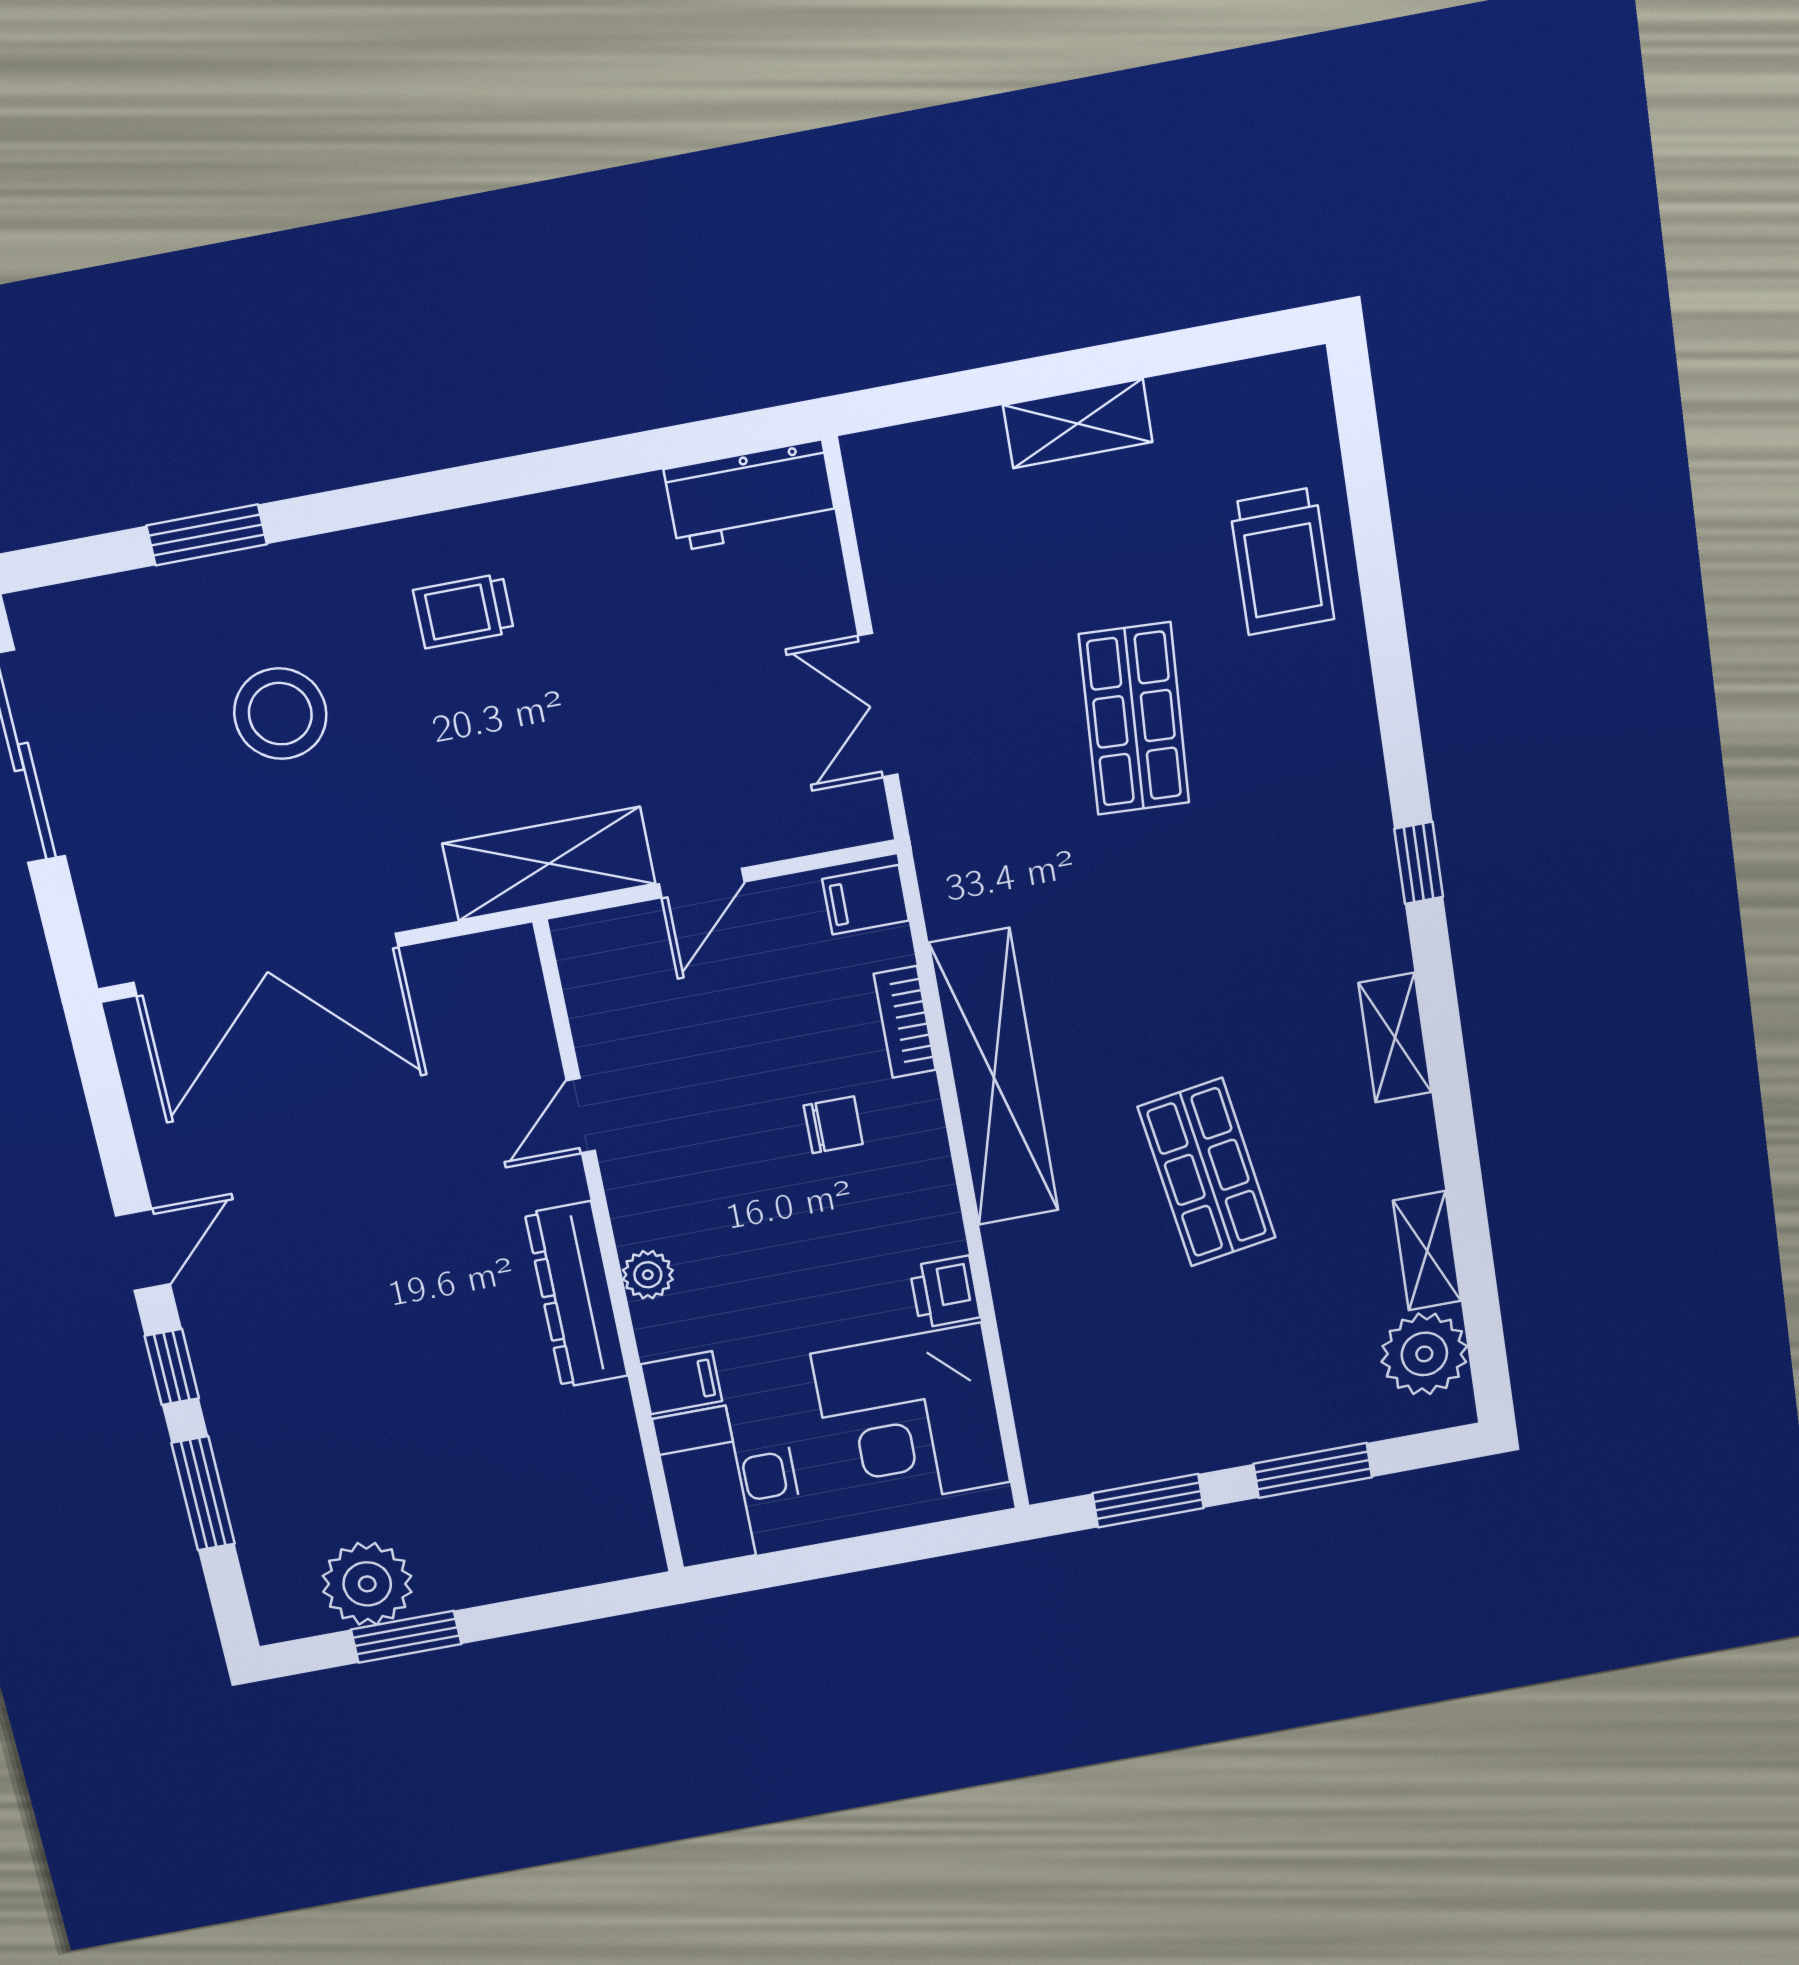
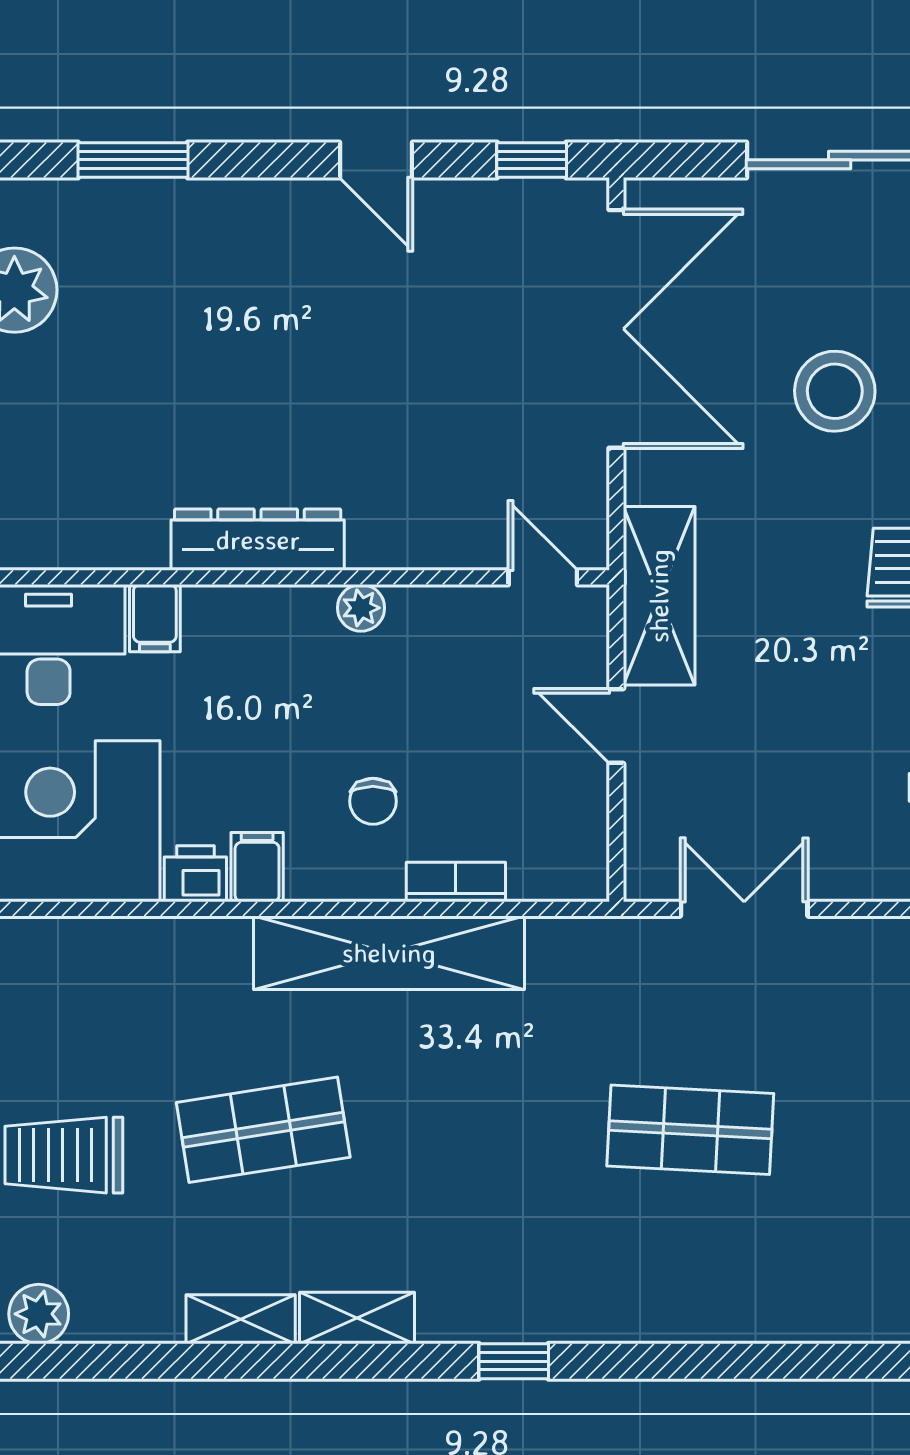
trolley: (1282, 561) -> (64, 1155), moved
filing cabinet: (866, 900) -> (257, 867), moved
double door: (266, 965) -> (616, 329), swing flipped
door: (581, 1116) -> (543, 577), moved
shelving: (1427, 1251) -> (241, 1319), moved
plant: (648, 1275) -> (361, 608), moved
plant: (1424, 1354) -> (39, 1314), width x0.73, depth x0.73
window: (172, 1367) -> (532, 160), moved

